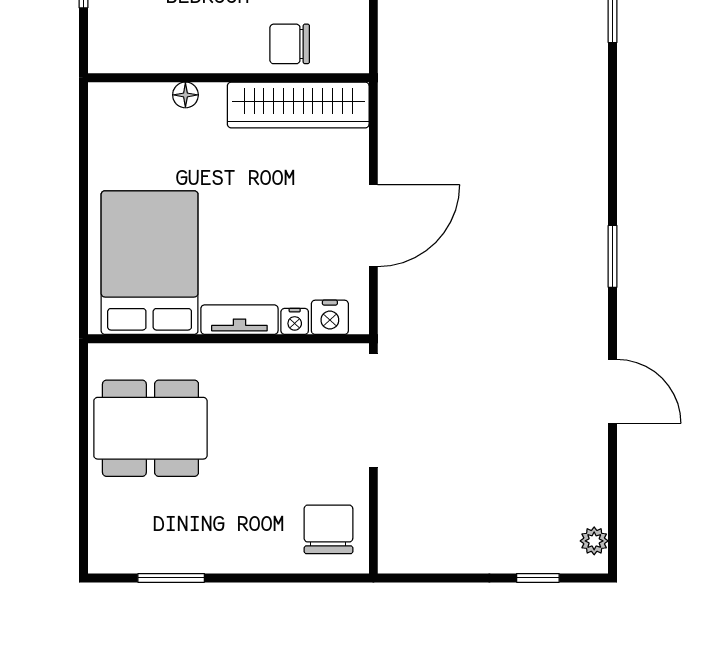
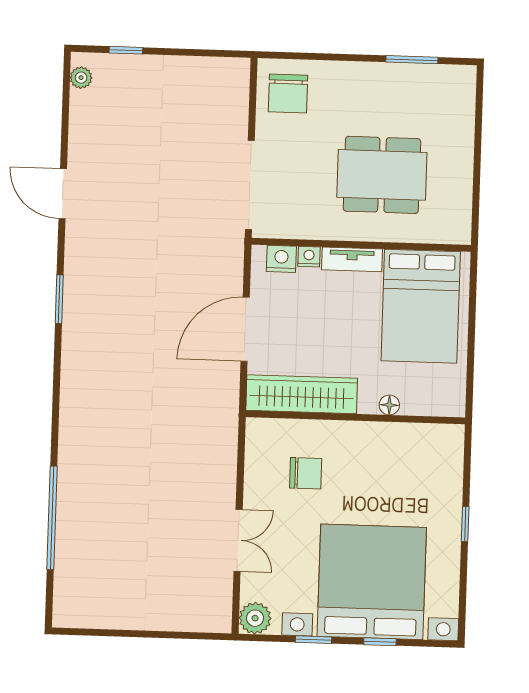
wall: (228, 78) -> (355, 417), moved
floor lamp: (185, 95) -> (389, 405), moved
wardrobe: (298, 105) -> (302, 394), moved
dining table: (150, 428) -> (382, 175), moved

